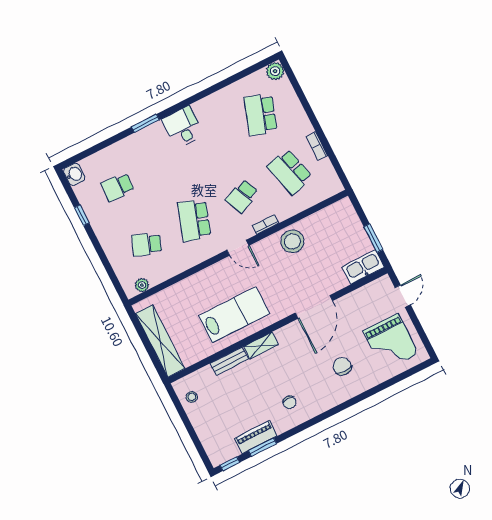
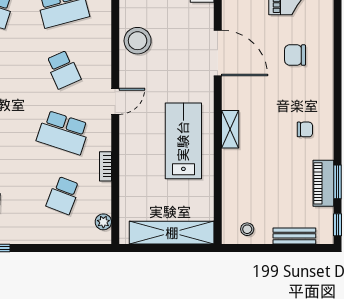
bookcase: (265, 224) -> (105, 166), moved
bench: (229, 361) -> (294, 236), moved, turned 90

